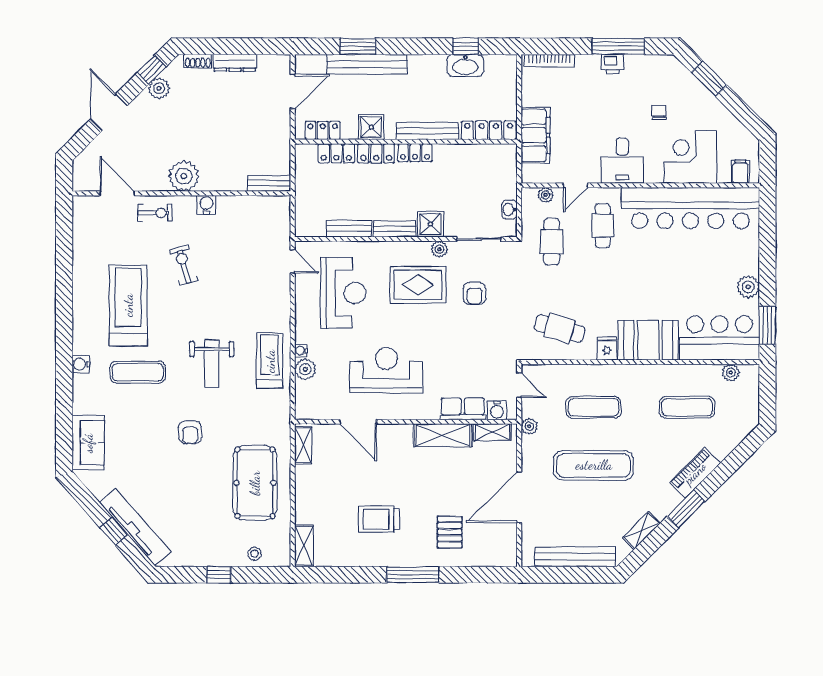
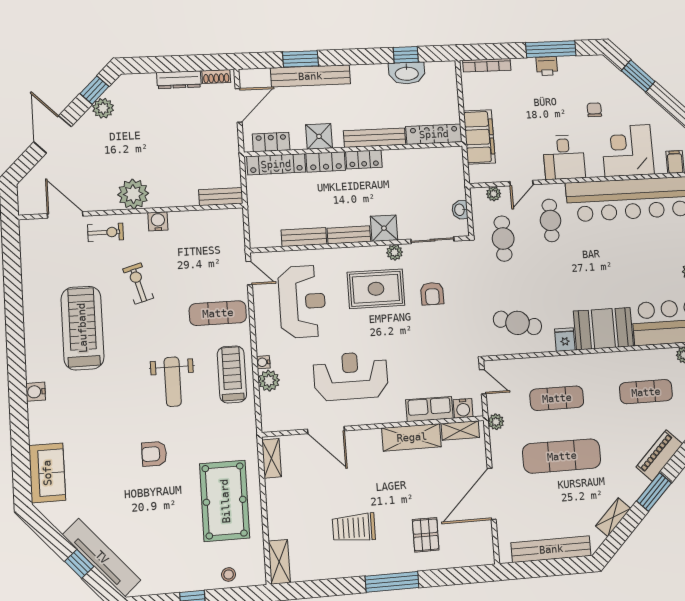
shoe rack: (198, 61) -> (216, 77), moved
locker: (336, 153) -> (276, 164), width x1.53
exercise mat: (138, 372) -> (218, 313), moved
armchair: (190, 432) -> (154, 454), turned 90

